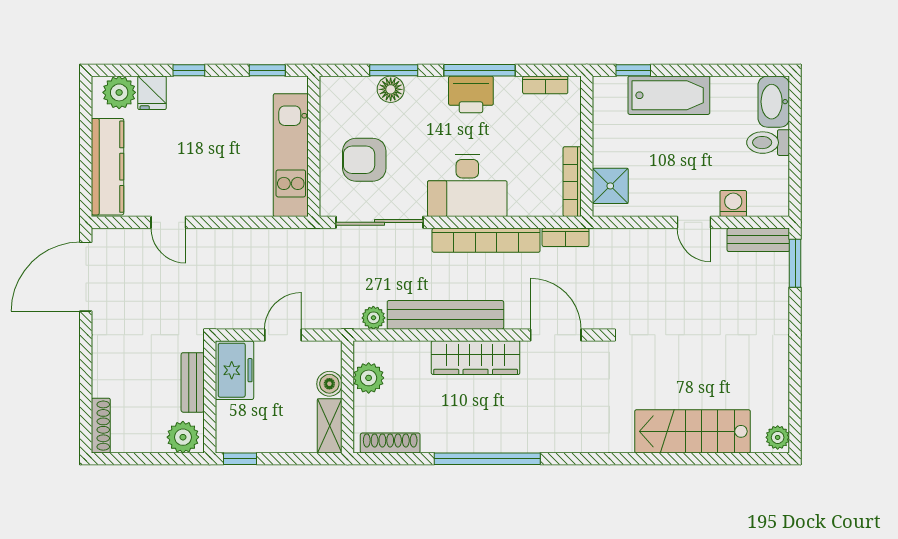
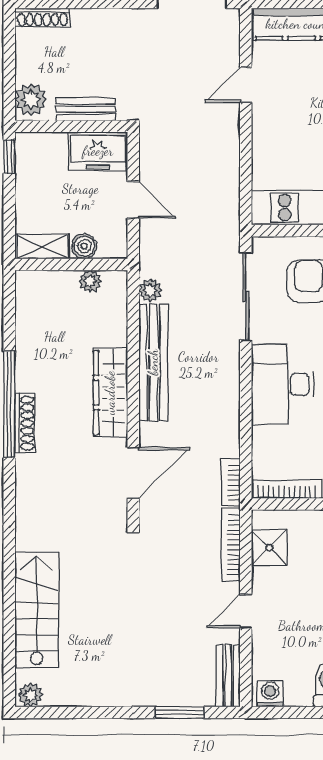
shower: (610, 186) -> (269, 548), moved
washing machine: (733, 203) -> (270, 694), moved, turned -90
bookcase: (486, 240) -> (231, 545), moved, width x0.68, depth x0.76
window: (795, 263) -> (180, 712), moved
plant: (369, 378) -> (90, 281), width x0.73, depth x0.73
shoe rack: (390, 443) -> (25, 423), moved

